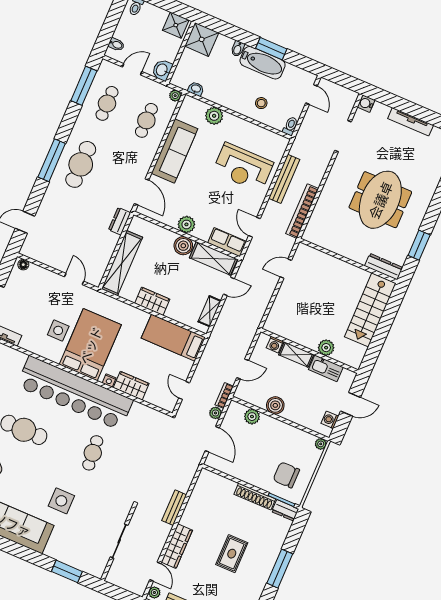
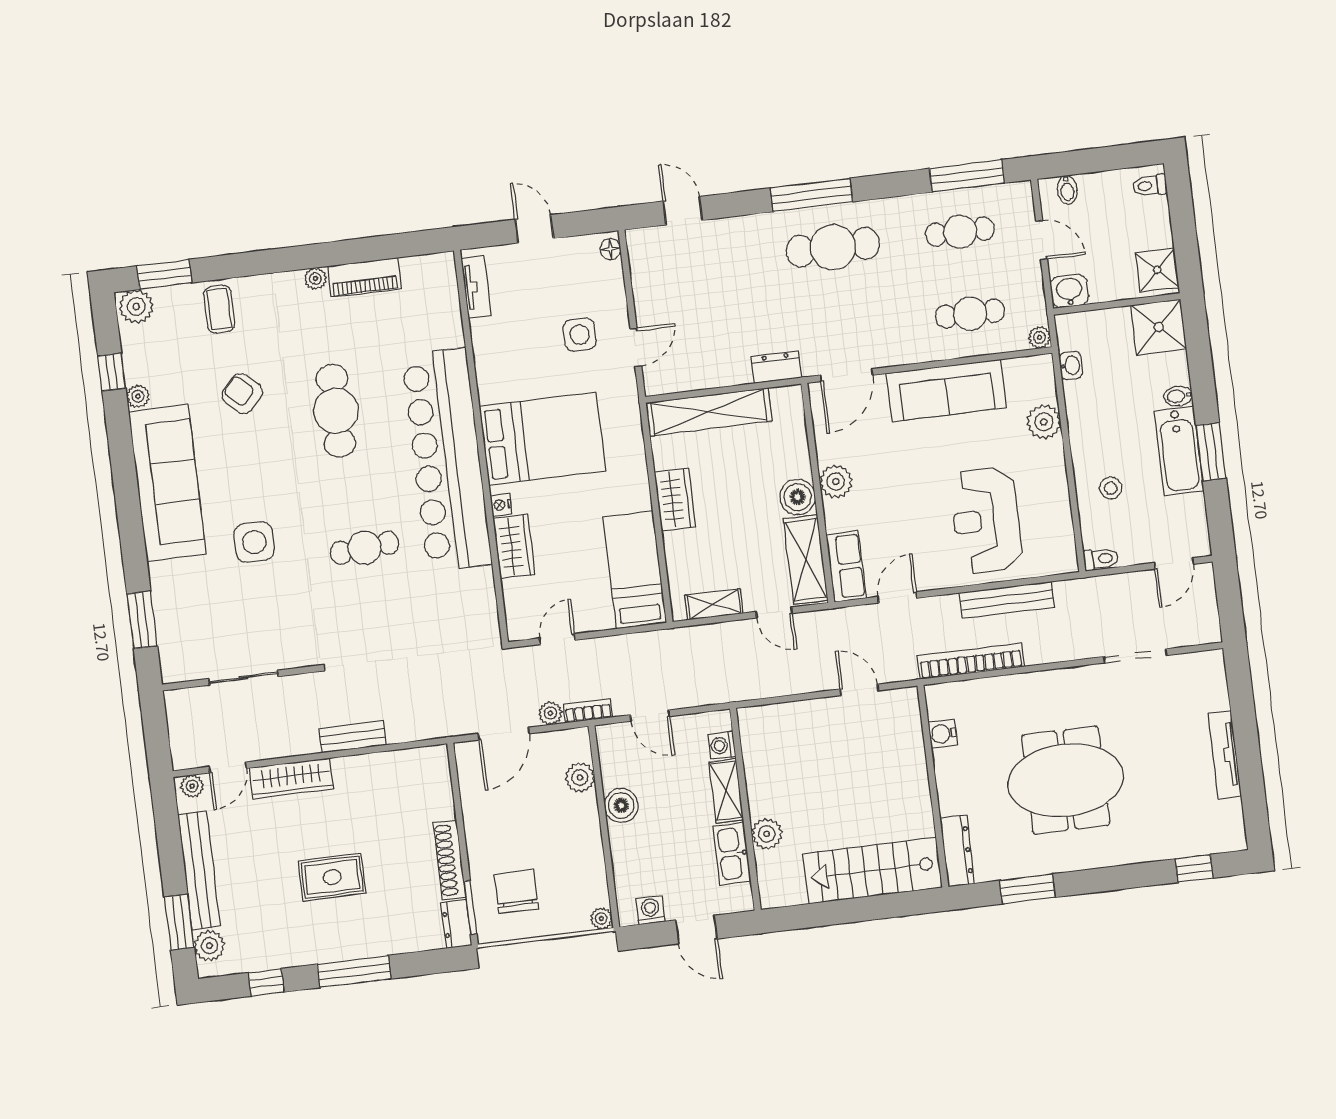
water cooler: (366, 104) -> (943, 734), moved, turned -90
side table: (58, 330) -> (580, 335), moved

